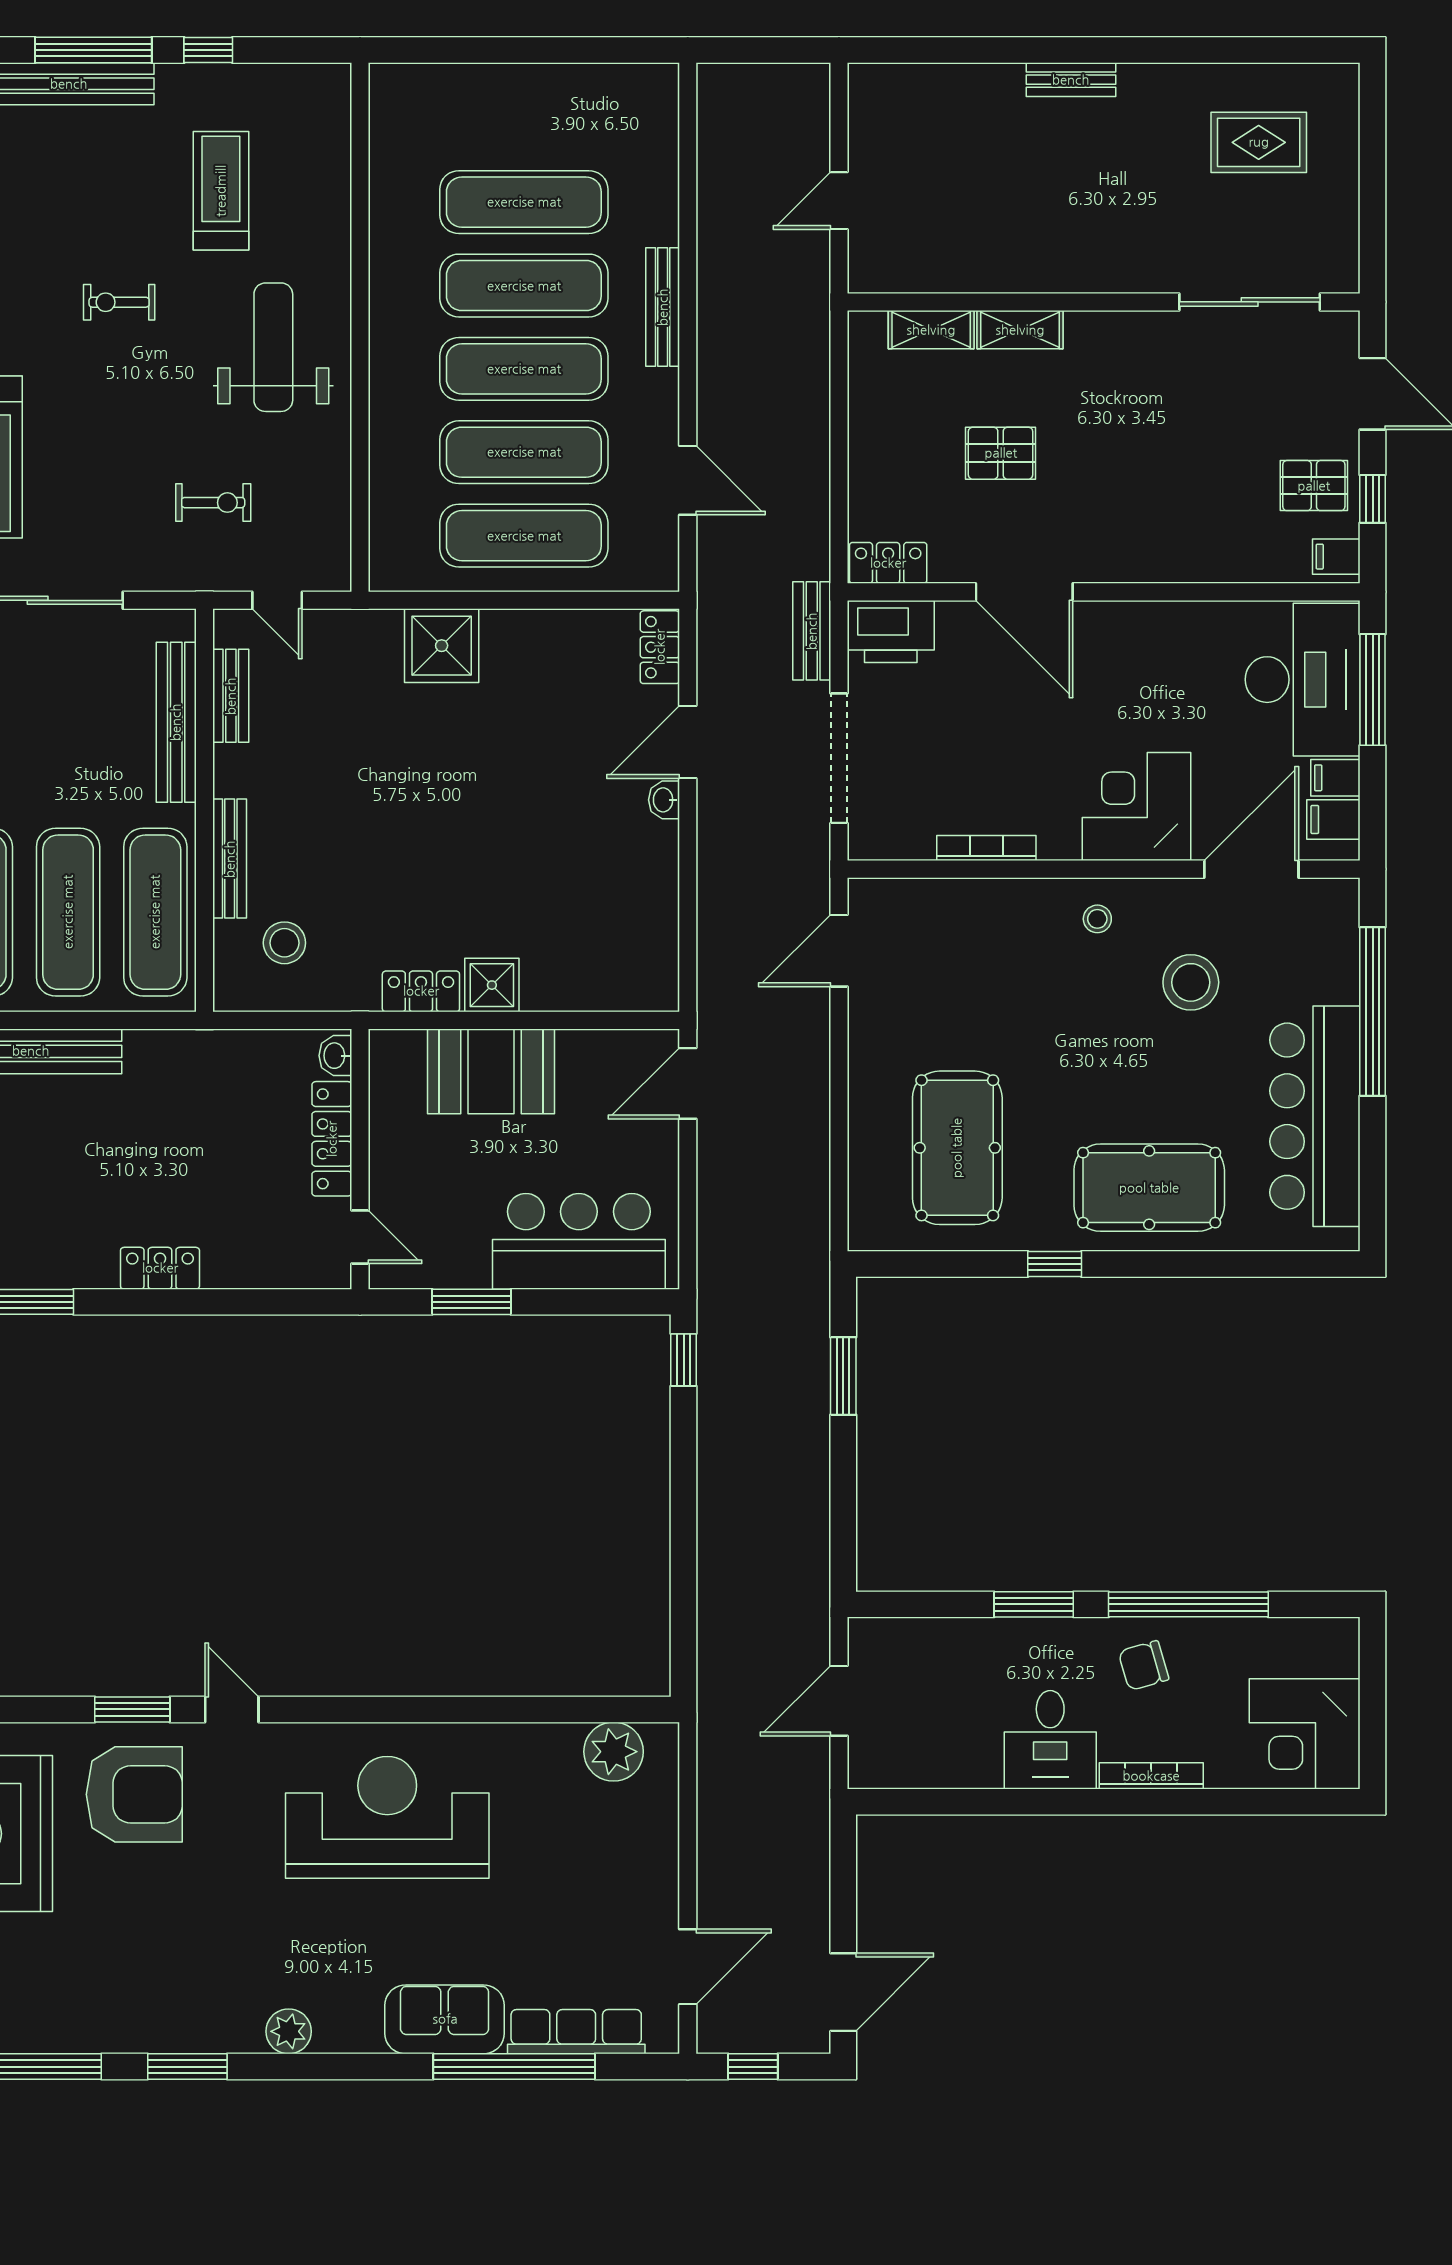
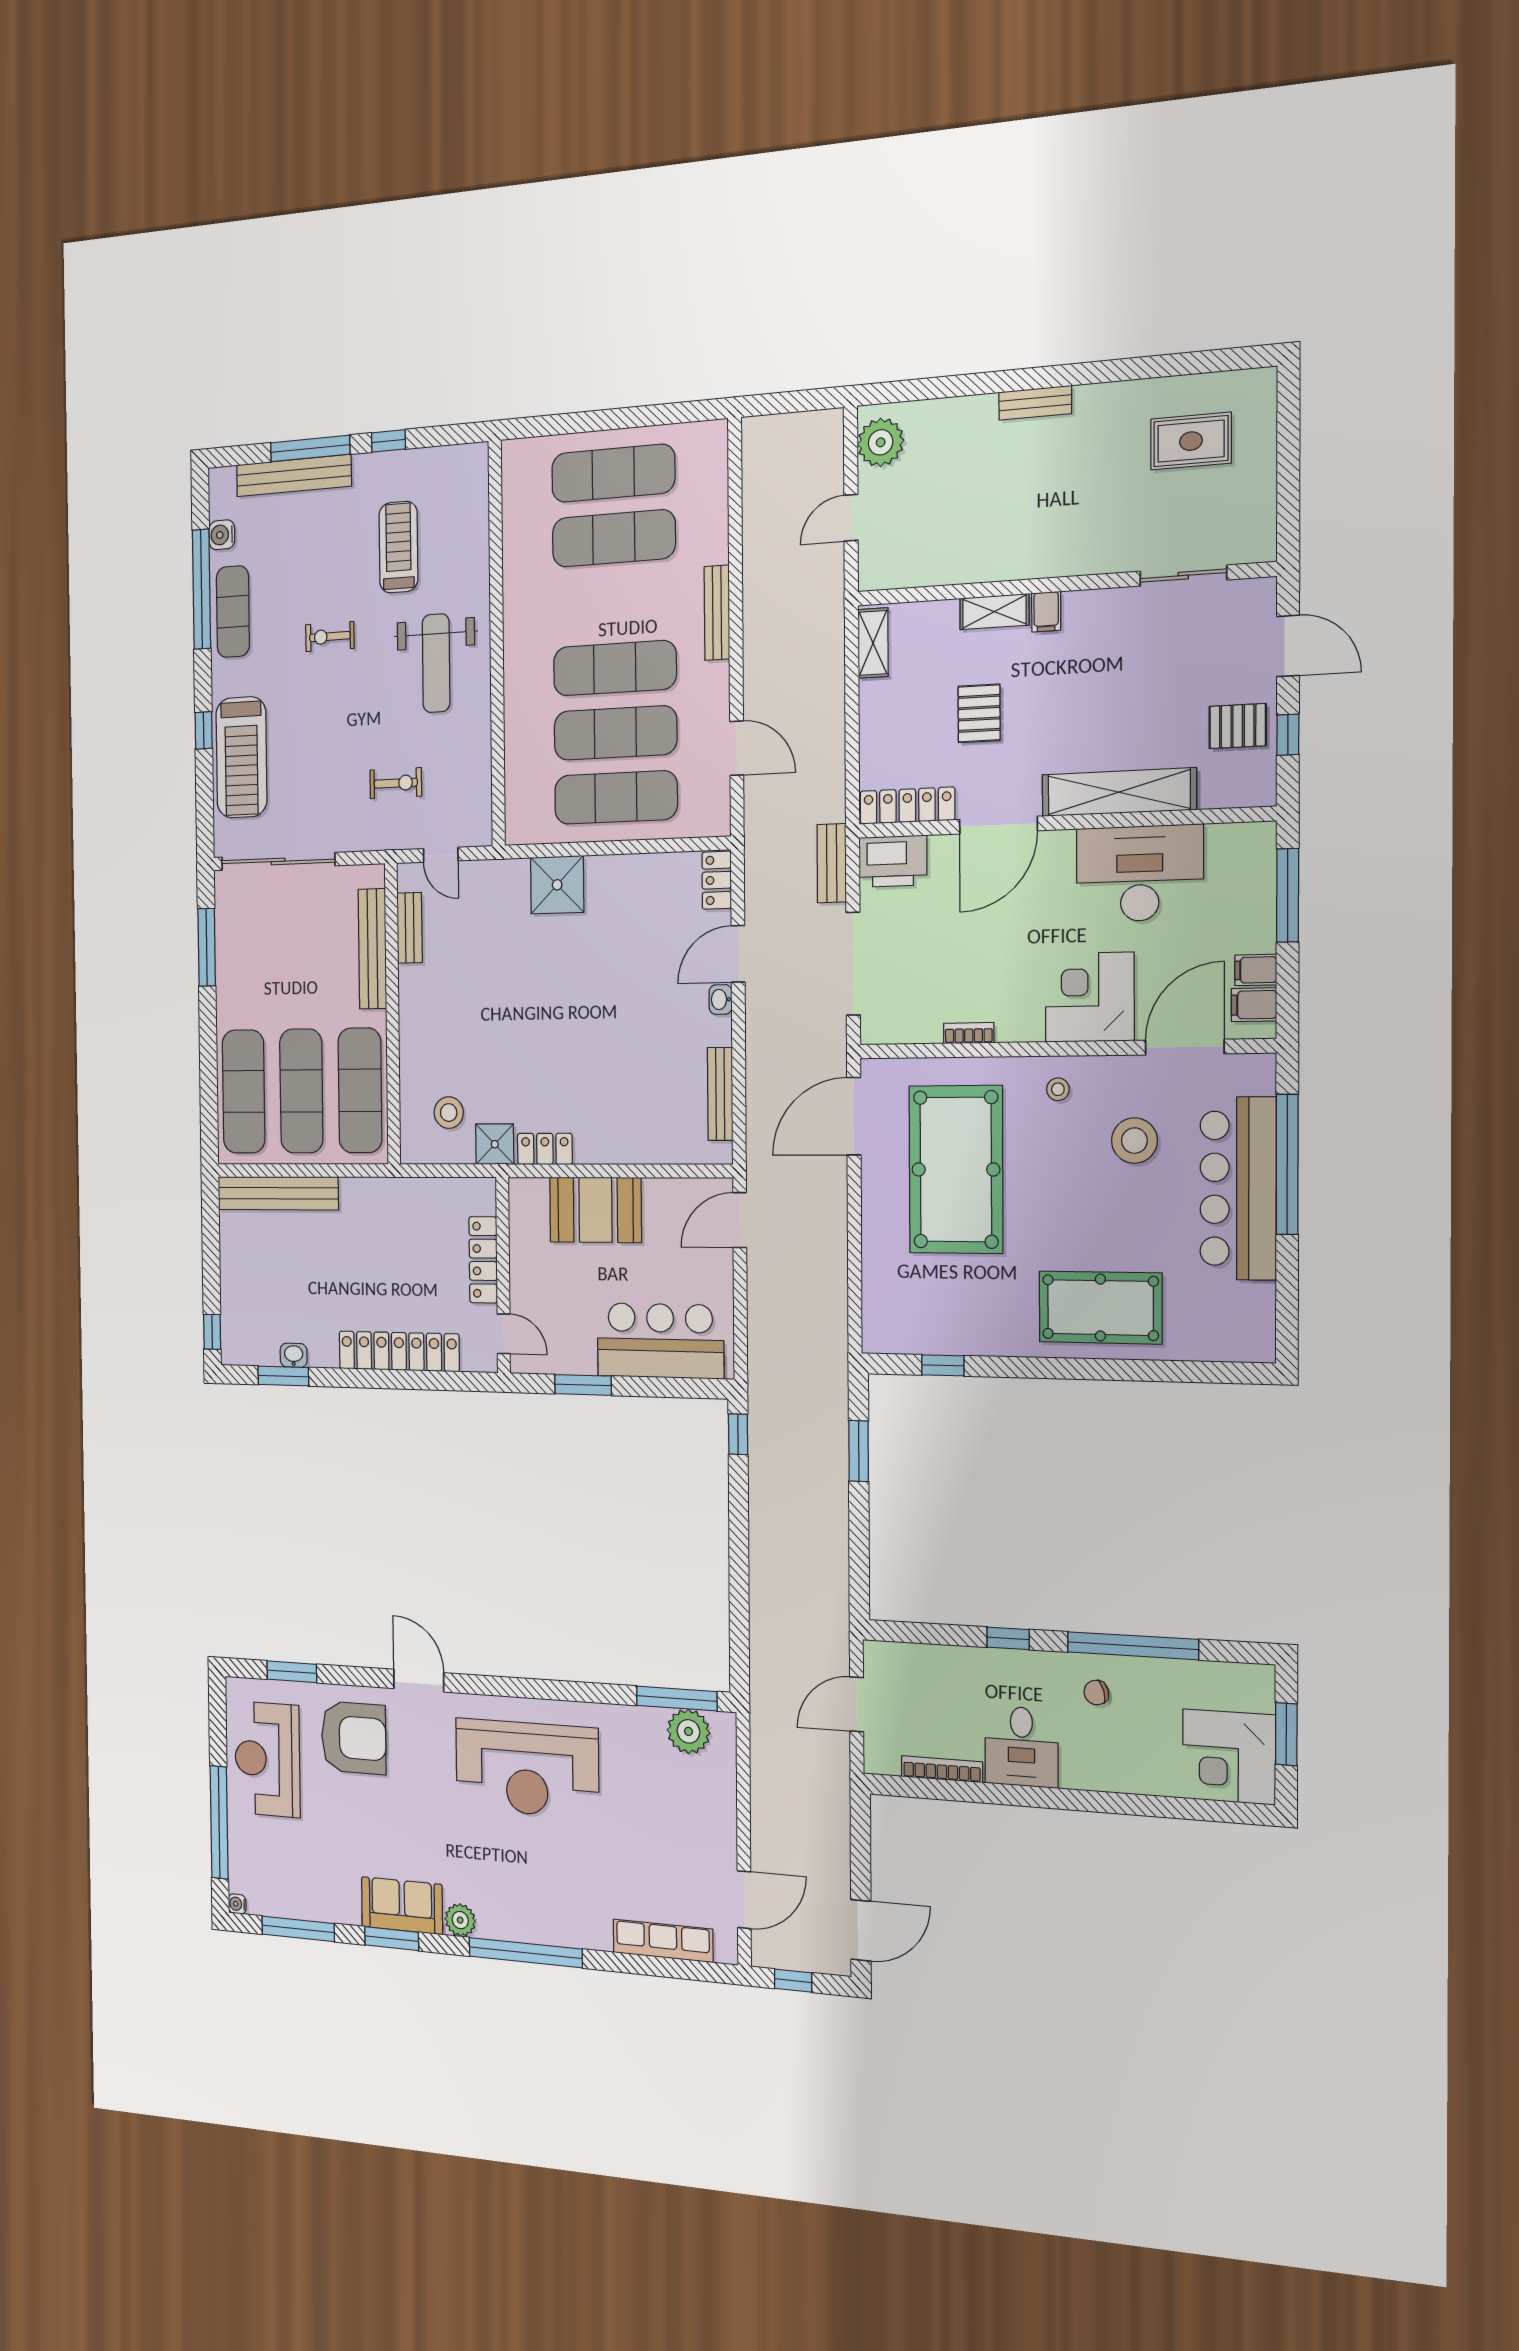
plant: (877, 110) -> (881, 442), added
exercise mat: (524, 286) -> (613, 473), moved
sliding door: (1250, 302) -> (1183, 576), width x0.73
shelving: (931, 330) -> (873, 643), moved, turned 90
weight bench: (273, 347) -> (436, 663), turned 180
pallet: (1001, 453) -> (979, 713), turned 90
filing cabinet: (1336, 557) -> (1046, 612), moved, turned -90
shelving: (1172, 558) -> (1119, 792), added
locker: (888, 563) -> (907, 806), width x1.53
door: (1024, 592) -> (998, 825), hinge flipped
desk: (1303, 680) -> (1140, 873), moved, turned -90
bookcase: (986, 848) -> (969, 1033), width x0.64
bench: (230, 859) -> (720, 1094), moved
door: (839, 951) -> (854, 1116), width x1.36
shower: (492, 985) -> (495, 1144), moved
washbasin: (335, 1056) -> (294, 1355), moved, turned 90
bar counter: (1315, 1116) -> (1238, 1188), moved
pool table: (957, 1148) -> (956, 1169), moved, width x1.36, depth x1.32
window: (1055, 1264) -> (943, 1365), moved
locker: (160, 1268) -> (399, 1351), width x2.16, depth x1.21
window: (1034, 1604) -> (1008, 1638), width x0.67
chair: (1144, 1666) -> (1096, 1693), width x0.73, depth x0.73
window: (1373, 1701) -> (1286, 1734), added
window: (132, 1709) -> (292, 1672), moved
door: (232, 1709) -> (419, 1681), width x1.38
window: (598, 1709) -> (677, 1699), added
bookcase: (1151, 1776) -> (942, 1769), moved
reception desk: (387, 1817) -> (527, 1768), turned 180
sofa: (445, 2019) -> (402, 1906), moved
window: (514, 2067) -> (525, 1953), moved

